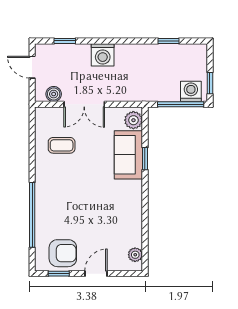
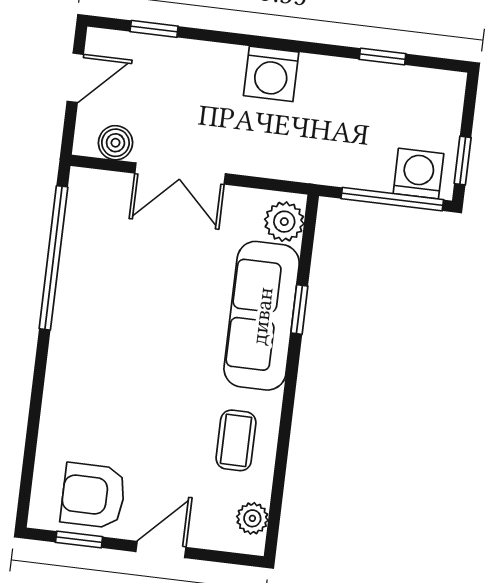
washing machine: (103, 55) -> (271, 74), moved
door: (32, 67) -> (75, 78), swing flipped
coffee table: (62, 145) -> (236, 440), moved, turned 90
sofa: (128, 155) -> (262, 316), width x1.36
window: (32, 215) -> (53, 258), moved
armchair: (63, 253) -> (93, 496), turned 180

